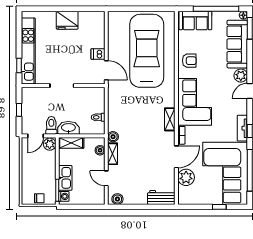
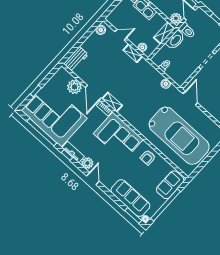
dishwasher: (98, 54) -> (206, 102), removed
door: (106, 70) -> (190, 98), swing flipped
plant: (241, 76) -> (87, 163), moved
shelving: (170, 119) -> (112, 102), moved
boiler: (113, 137) -> (166, 84), moved

